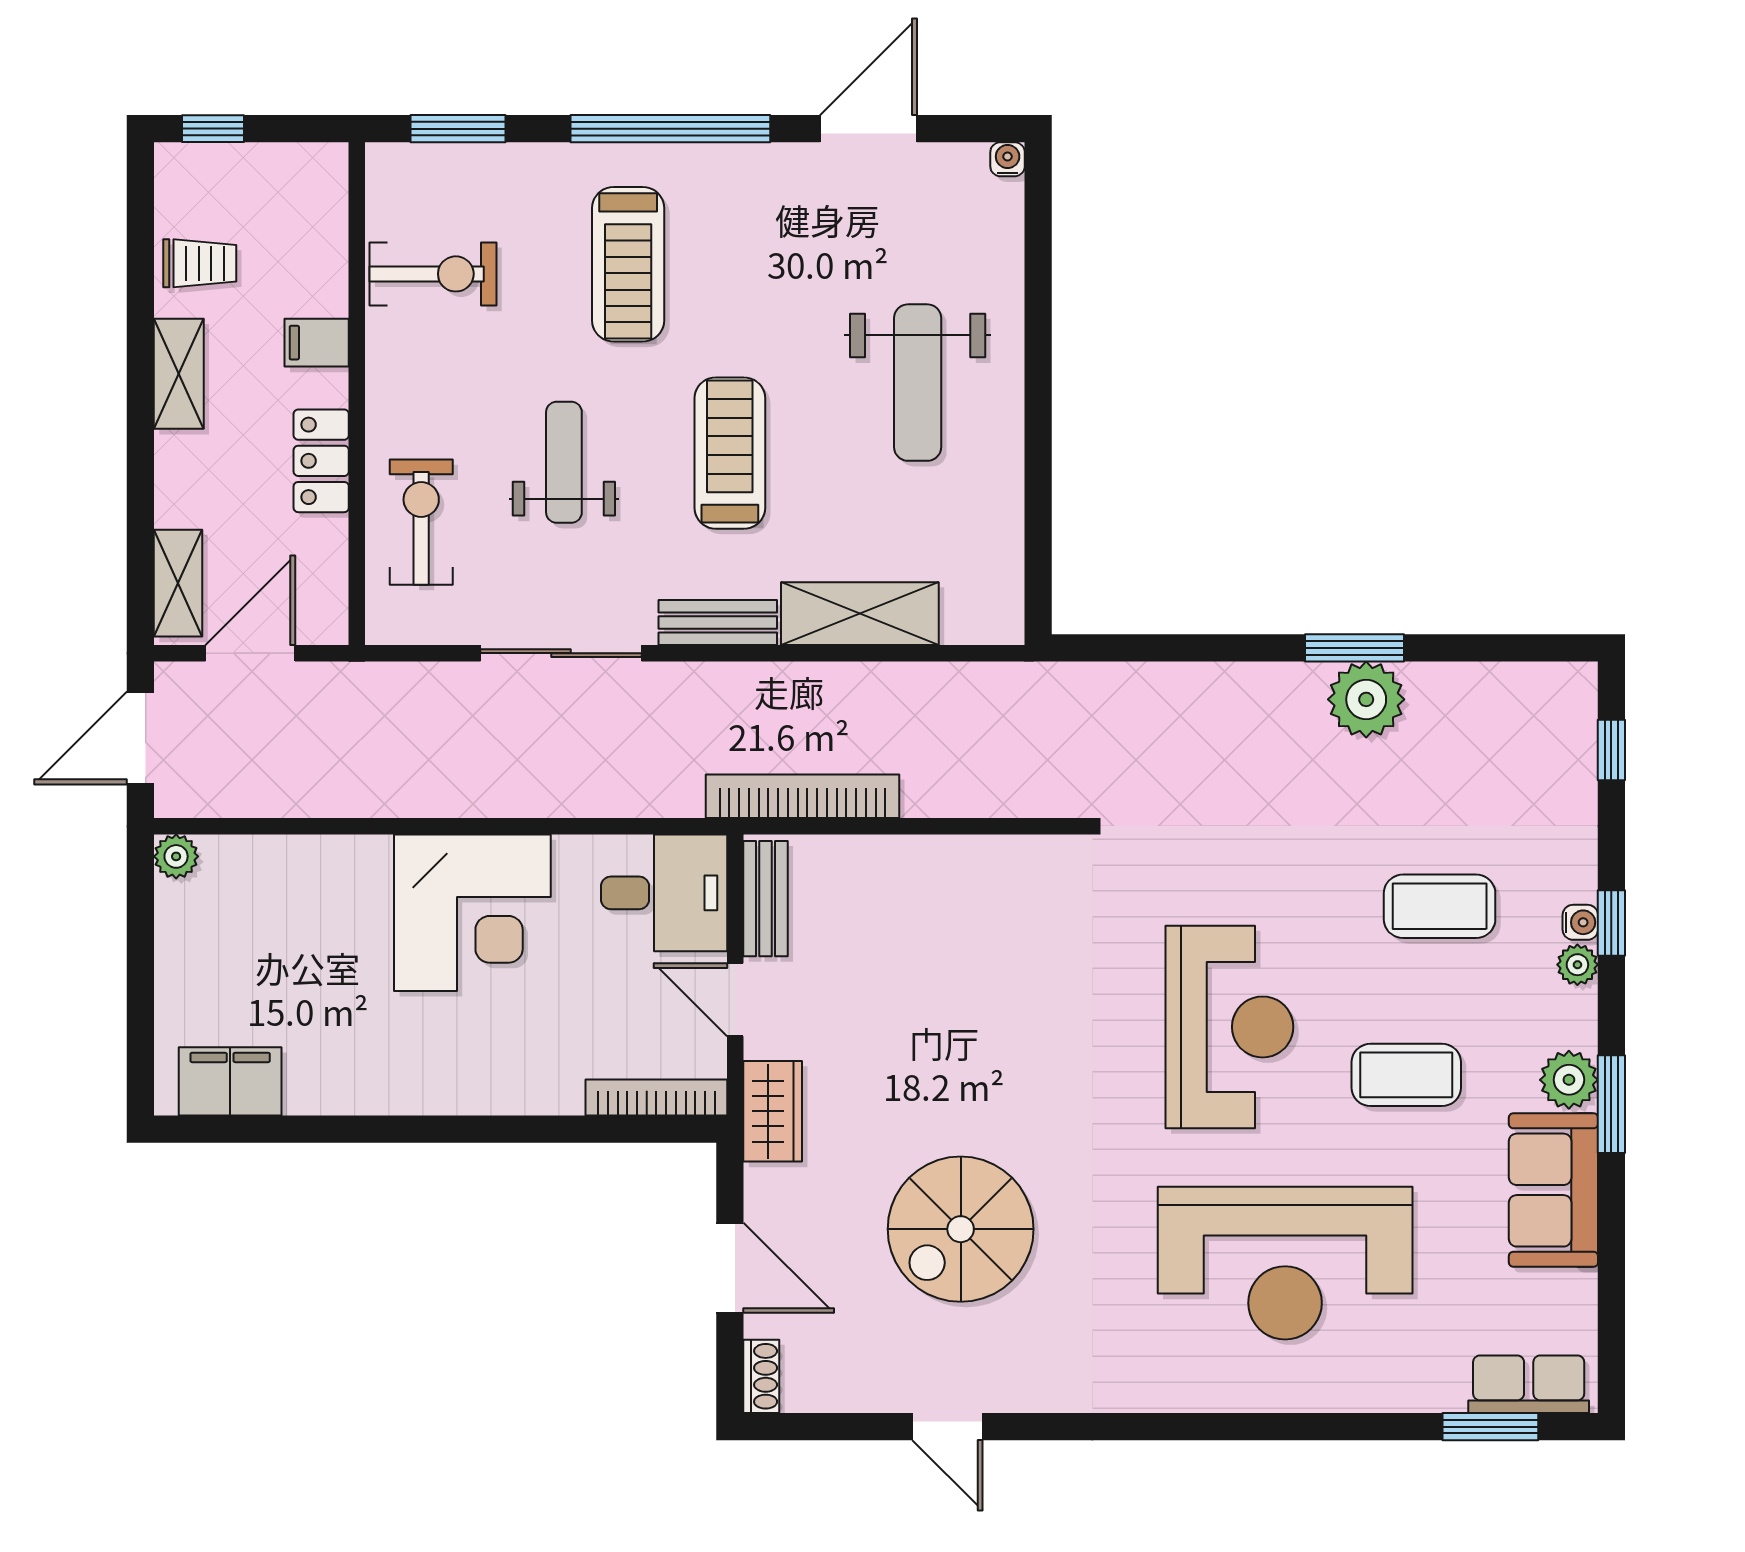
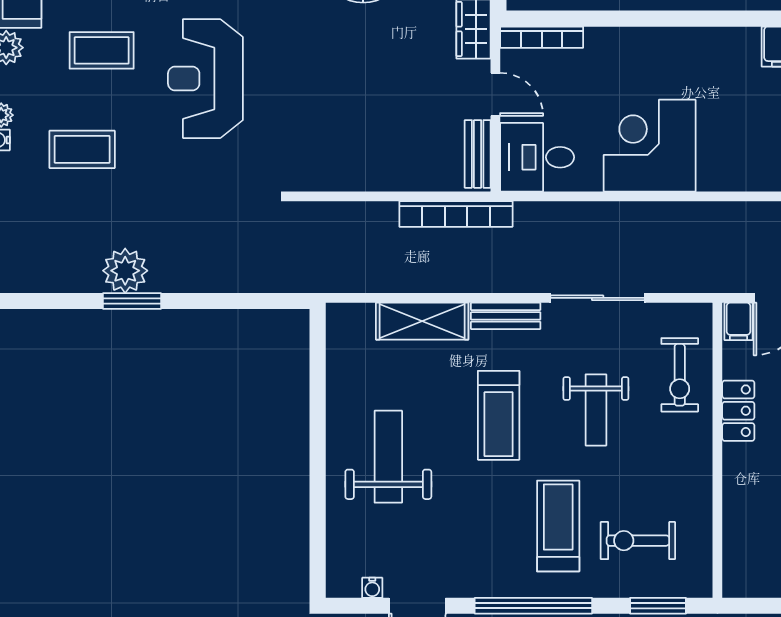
water cooler: (1008, 159) -> (372, 588), moved
exercise bike: (433, 274) -> (638, 541), moved
filing cabinet: (317, 343) -> (738, 321), moved, turned 90

